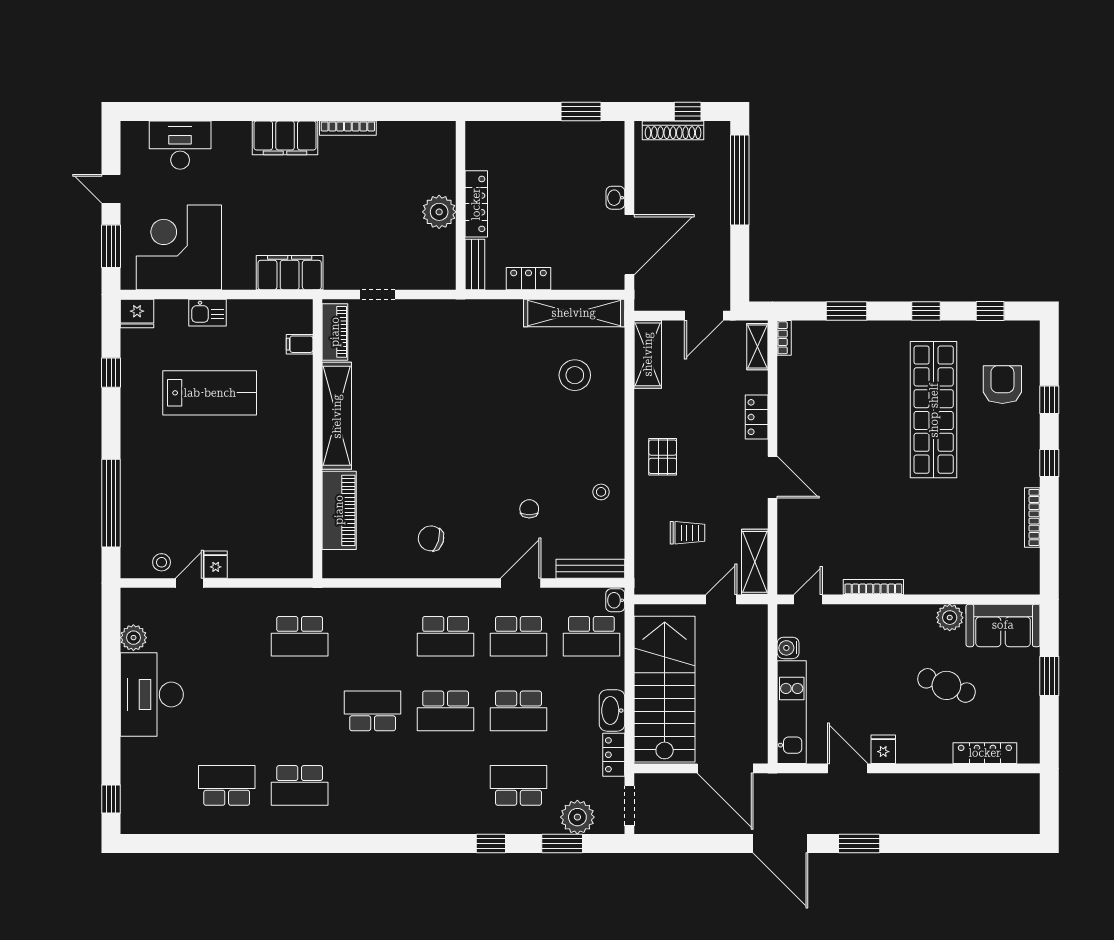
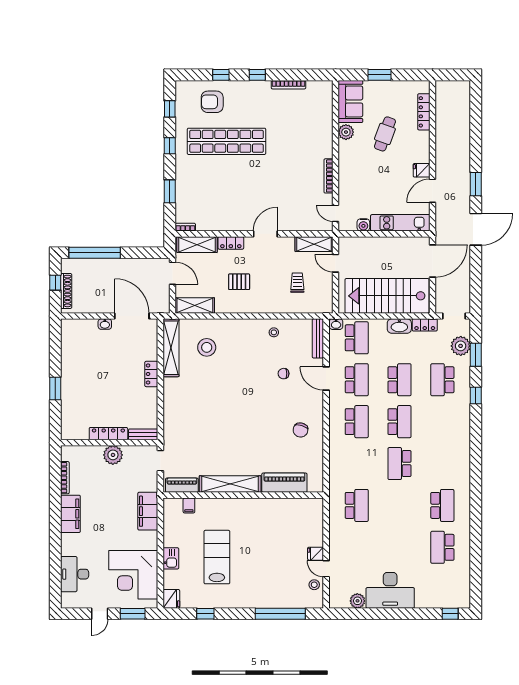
window: (581, 112) -> (55, 389), moved
locker: (476, 204) -> (108, 434), moved
wall: (461, 205) -> (109, 443), moved
plant: (439, 212) -> (113, 455), moved
bench: (475, 264) -> (143, 434), moved
shelving: (757, 347) -> (197, 245), width x1.50, depth x1.33
pallet: (663, 457) -> (239, 282), moved

